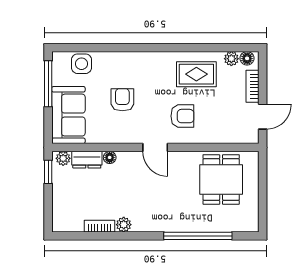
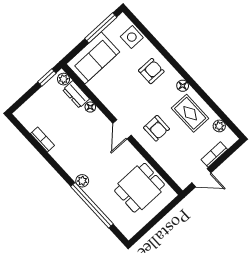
floor lamp: (247, 58) -> (183, 86), moved
armchair: (122, 100) -> (151, 71), moved
plant: (124, 225) -> (82, 181), moved

